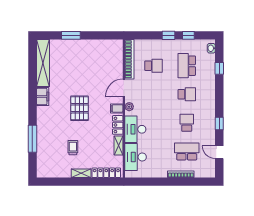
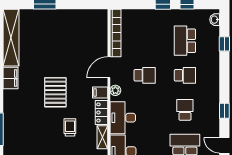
school desk: (153, 66) -> (145, 75), moved
trolley: (73, 148) -> (70, 127), moved

